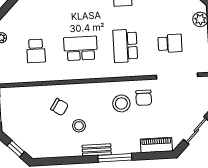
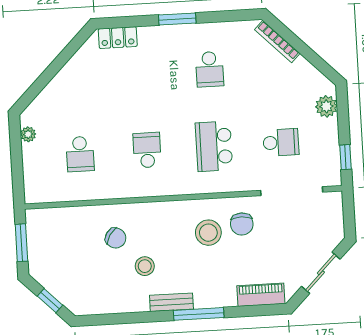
school desk: (81, 48) -> (147, 150), width x0.54

